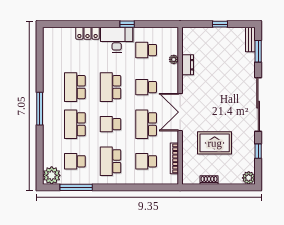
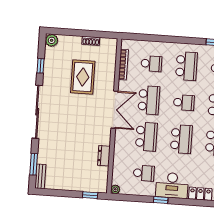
window: (220, 24) -> (90, 195), moved
plant: (174, 59) -> (115, 189), moved
school desk: (146, 87) -> (146, 137), width x1.85
rug: (215, 143) -> (83, 77), turned 90

